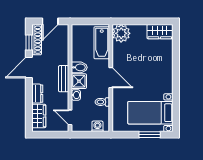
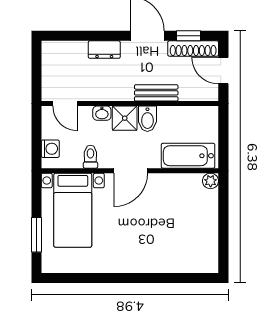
wardrobe: (160, 32) -> (206, 251), removed
plant: (121, 33) -> (211, 181), width x0.53, depth x0.53
bench: (64, 79) -> (156, 93), moved
bed with nightstands: (150, 113) -> (73, 210), moved, turned 180
wardrobe: (39, 116) -> (67, 52), removed
door: (70, 117) -> (65, 104), swing flipped

